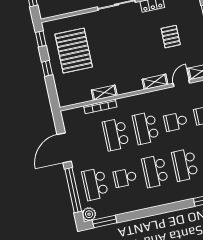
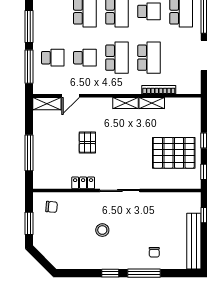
pallet: (171, 37) -> (87, 143), moved
pallet: (74, 51) -> (174, 153), turned 90
shelving: (155, 82) -> (125, 103), moved

